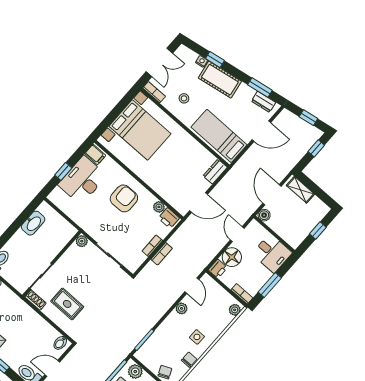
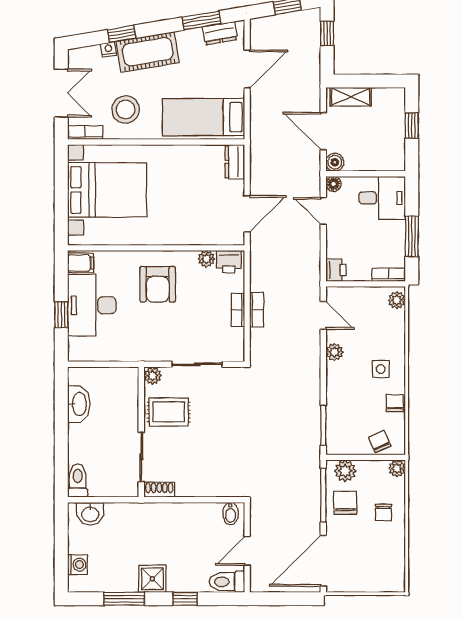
stool: (184, 98) -> (126, 109), width x1.89, depth x1.89
armchair: (124, 198) -> (158, 284), turned 180
floor lamp: (232, 257) -> (333, 184), moved, width x0.53, depth x0.53
rug: (67, 304) -> (169, 412), moved

